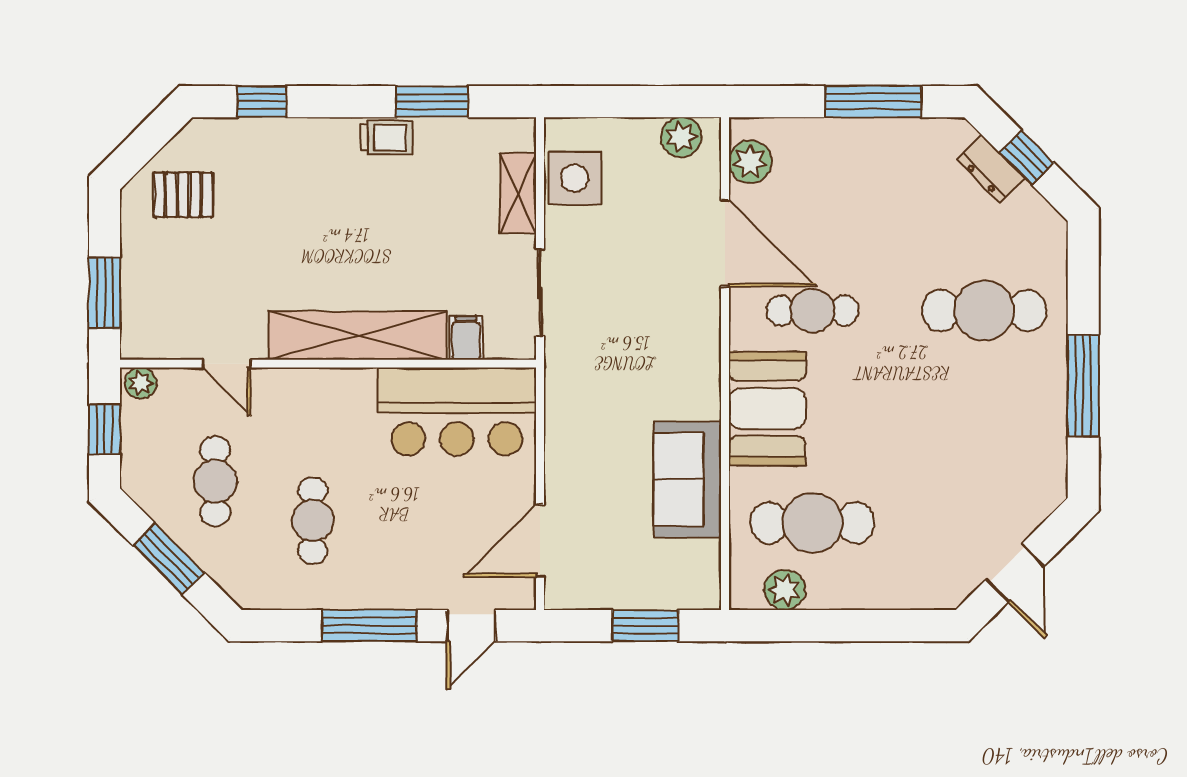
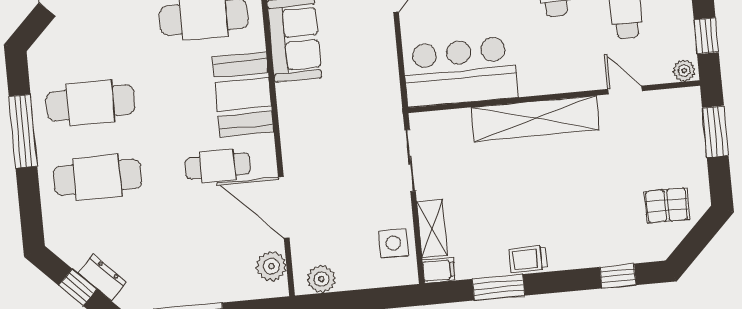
side table: (575, 178) -> (393, 243), width x0.73, depth x0.73
filing cabinet: (466, 338) -> (439, 270), moved, turned -90
cafe table: (984, 417) -> (90, 103), added

